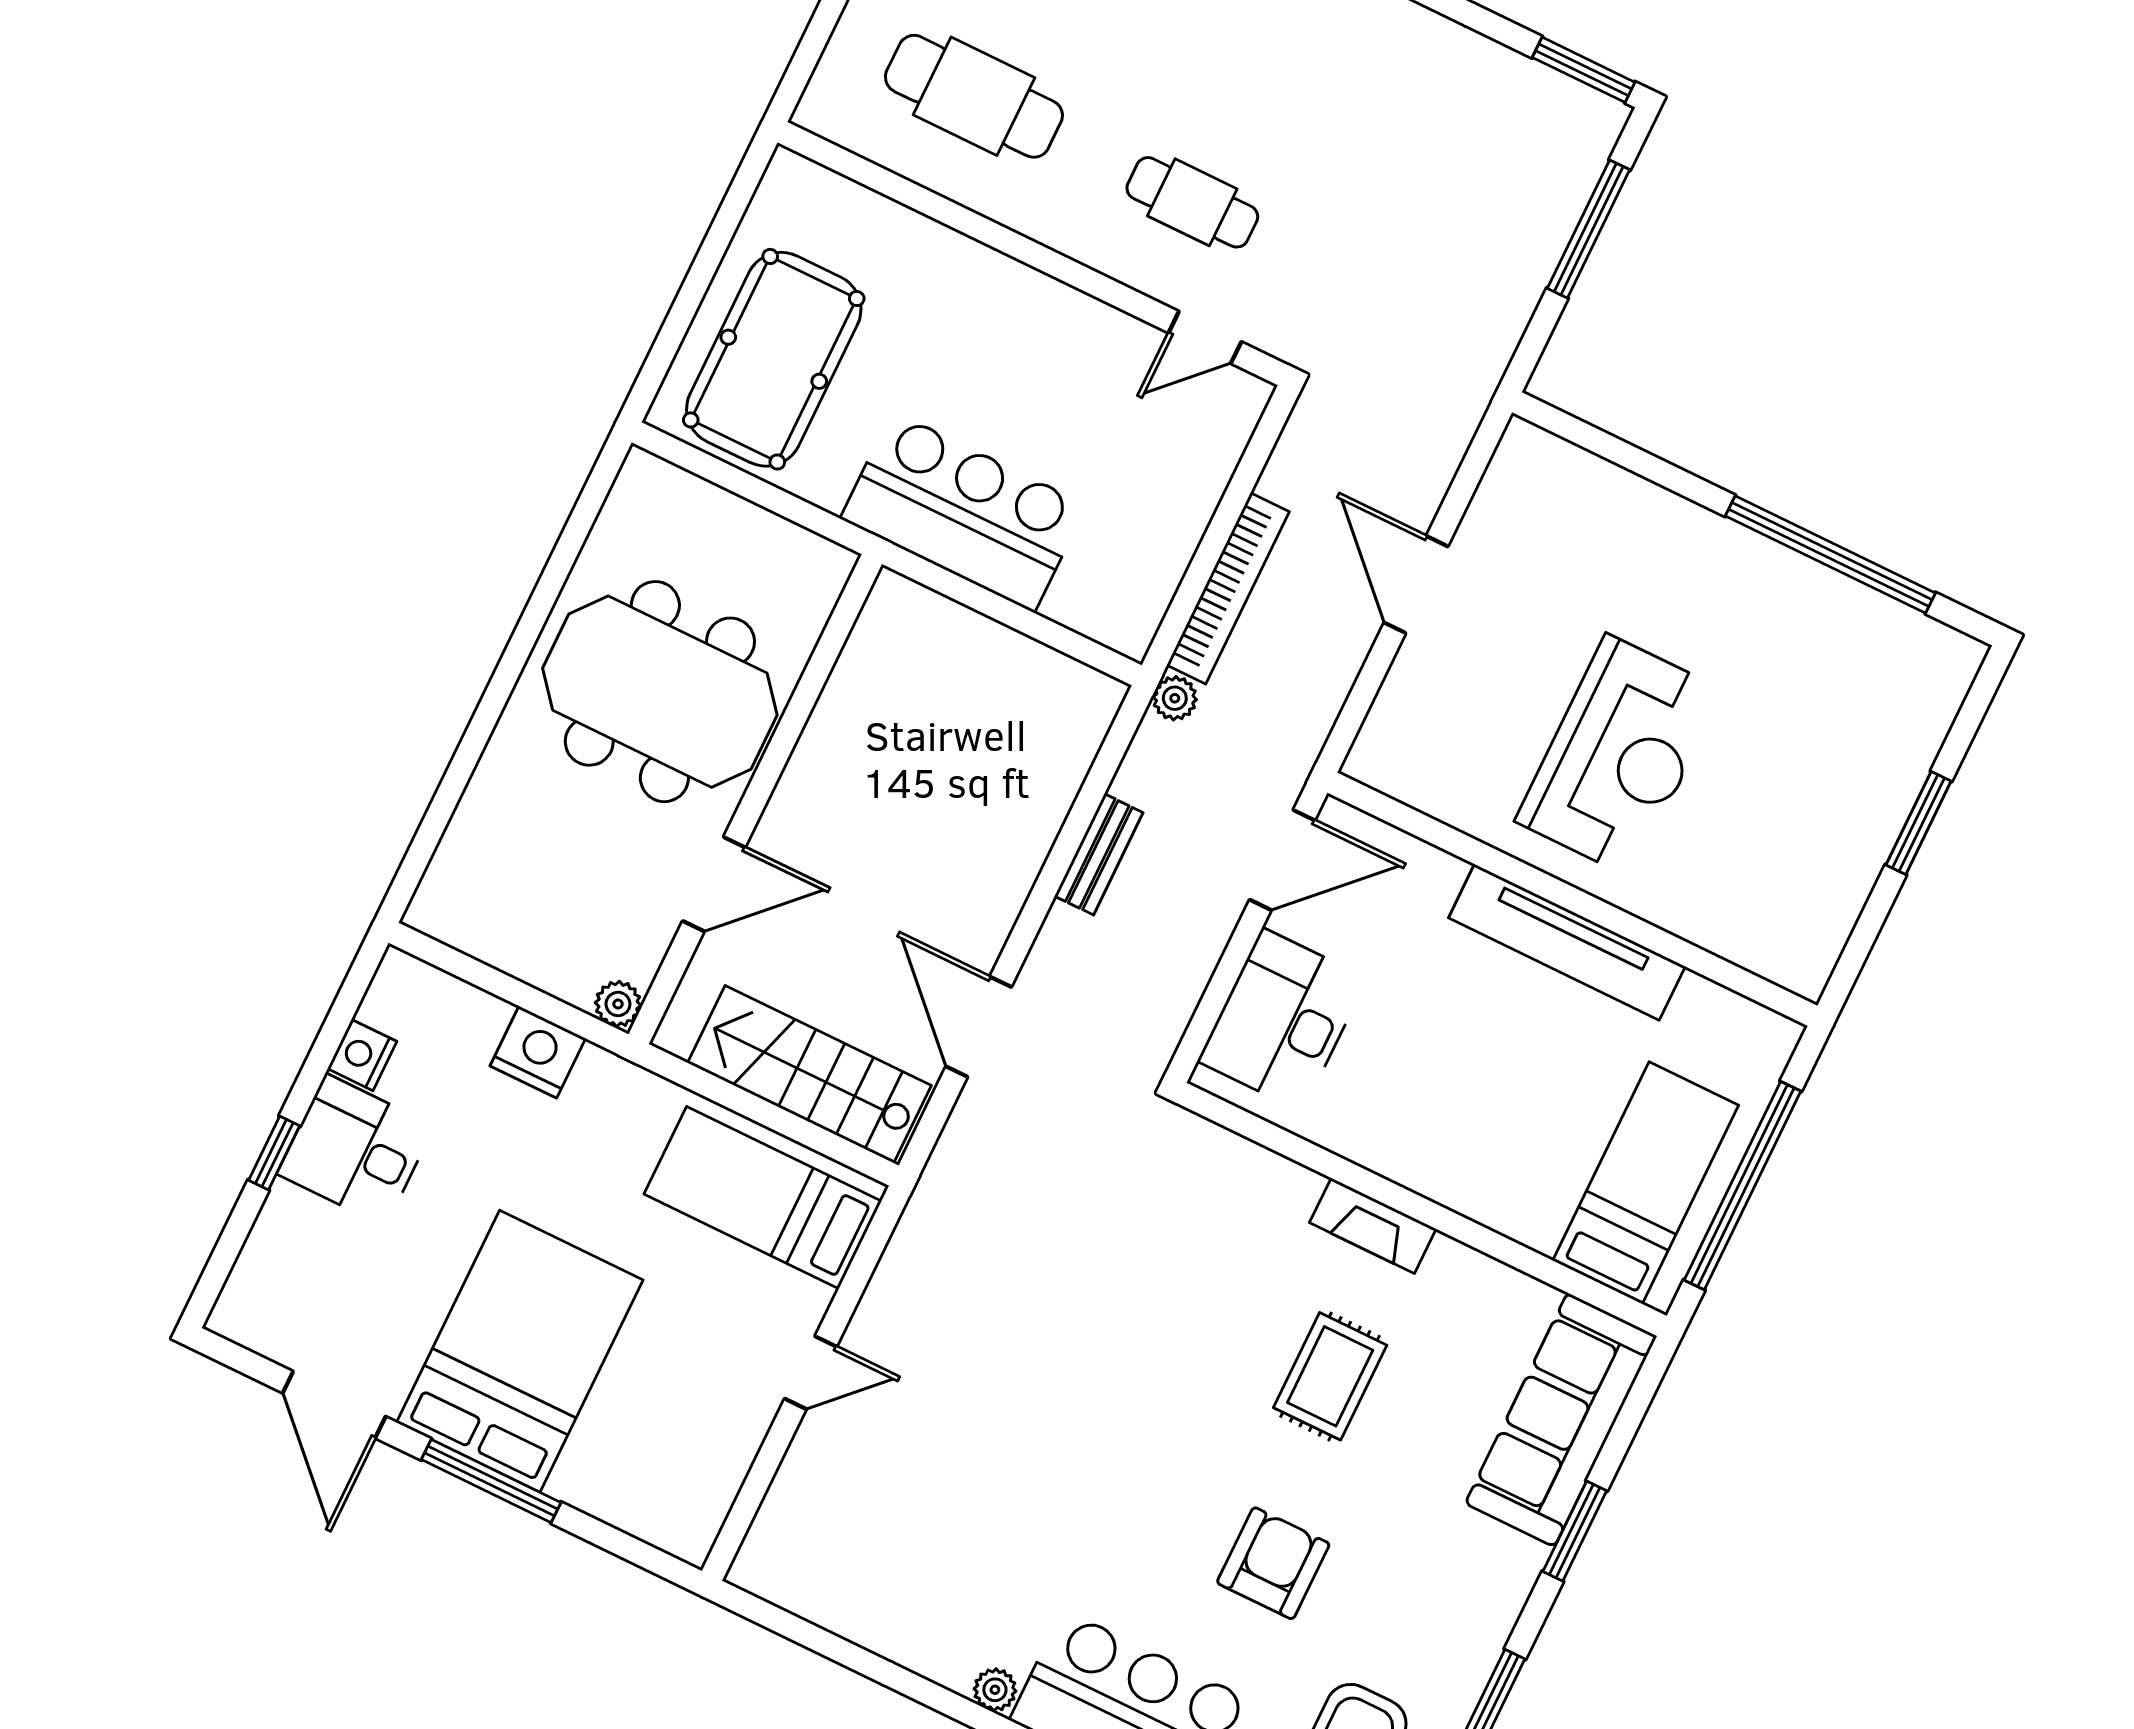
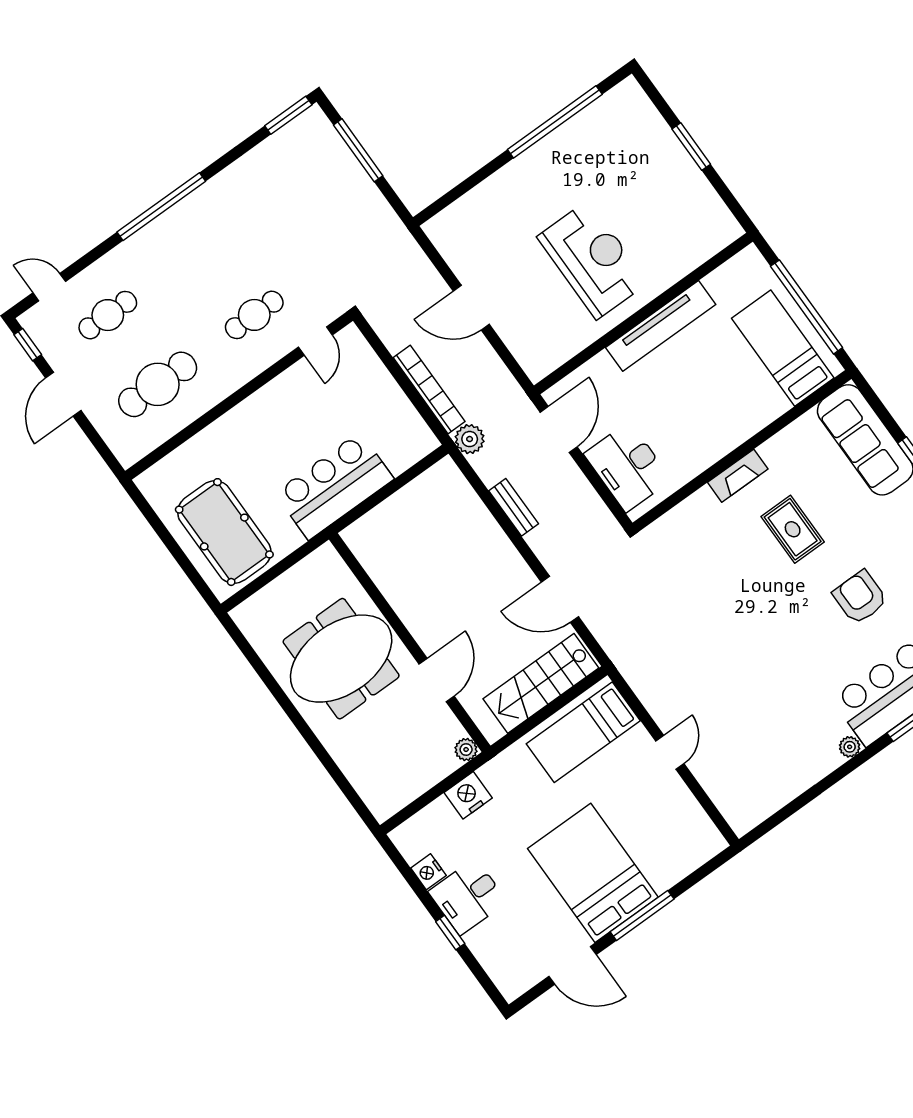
plant: (1175, 698) -> (470, 439), width x1.38, depth x1.38

